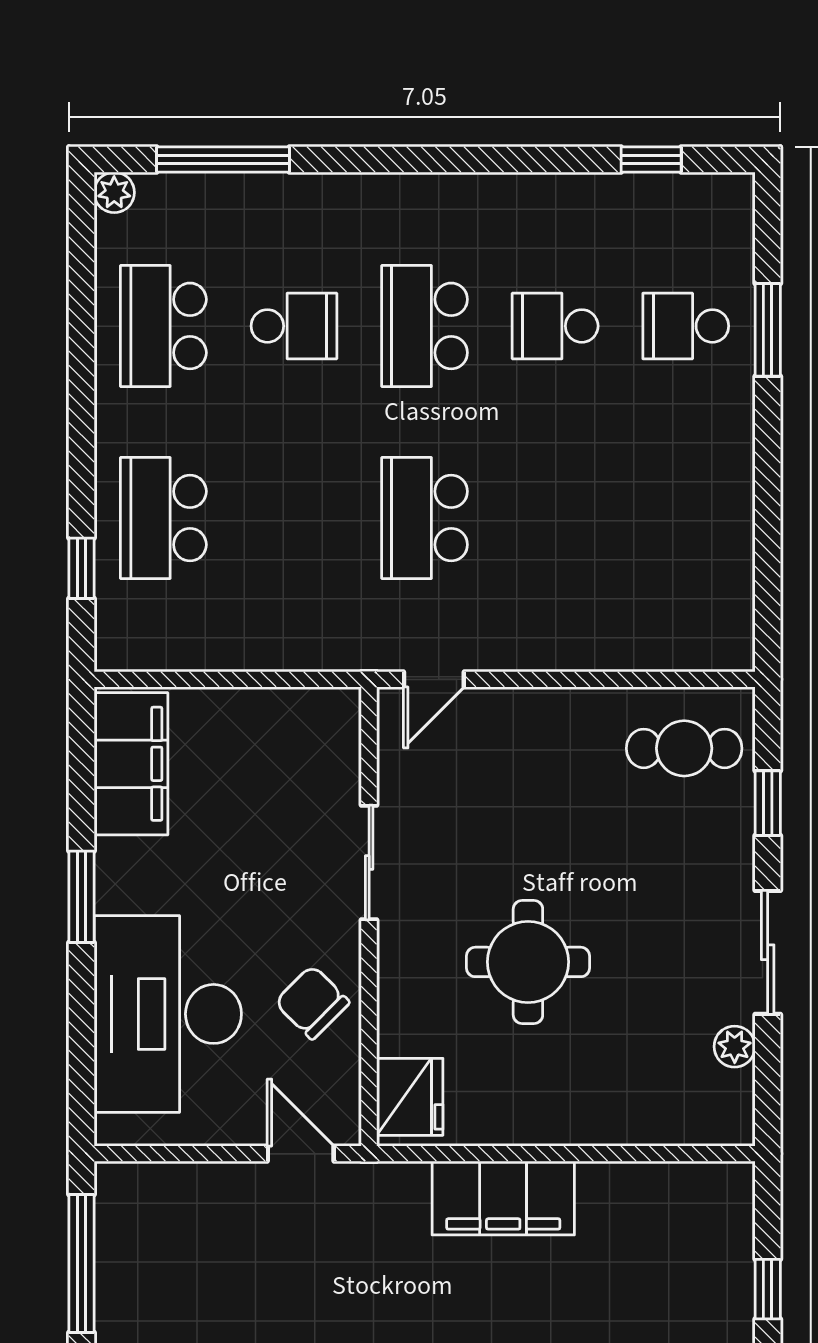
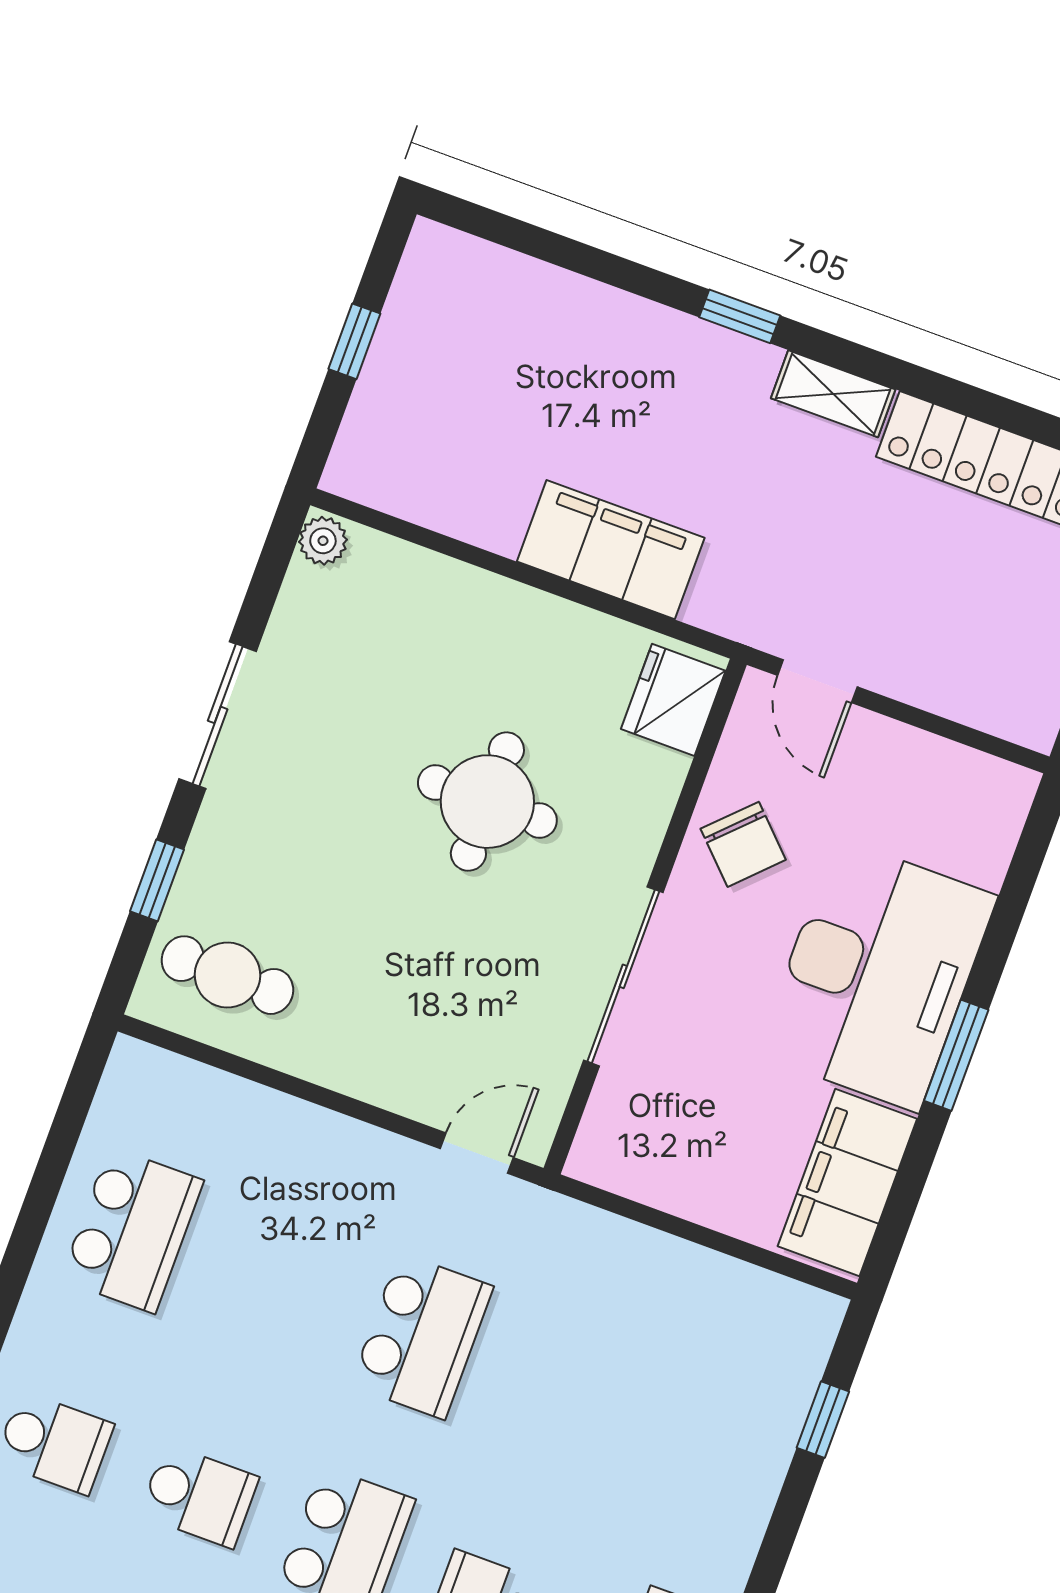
school desk: (163, 518) -> (132, 1230), moved
sliding door: (369, 863) -> (623, 976), width x1.37
desk: (168, 1014) -> (877, 975), moved
plant: (735, 1047) -> (323, 541), moved

